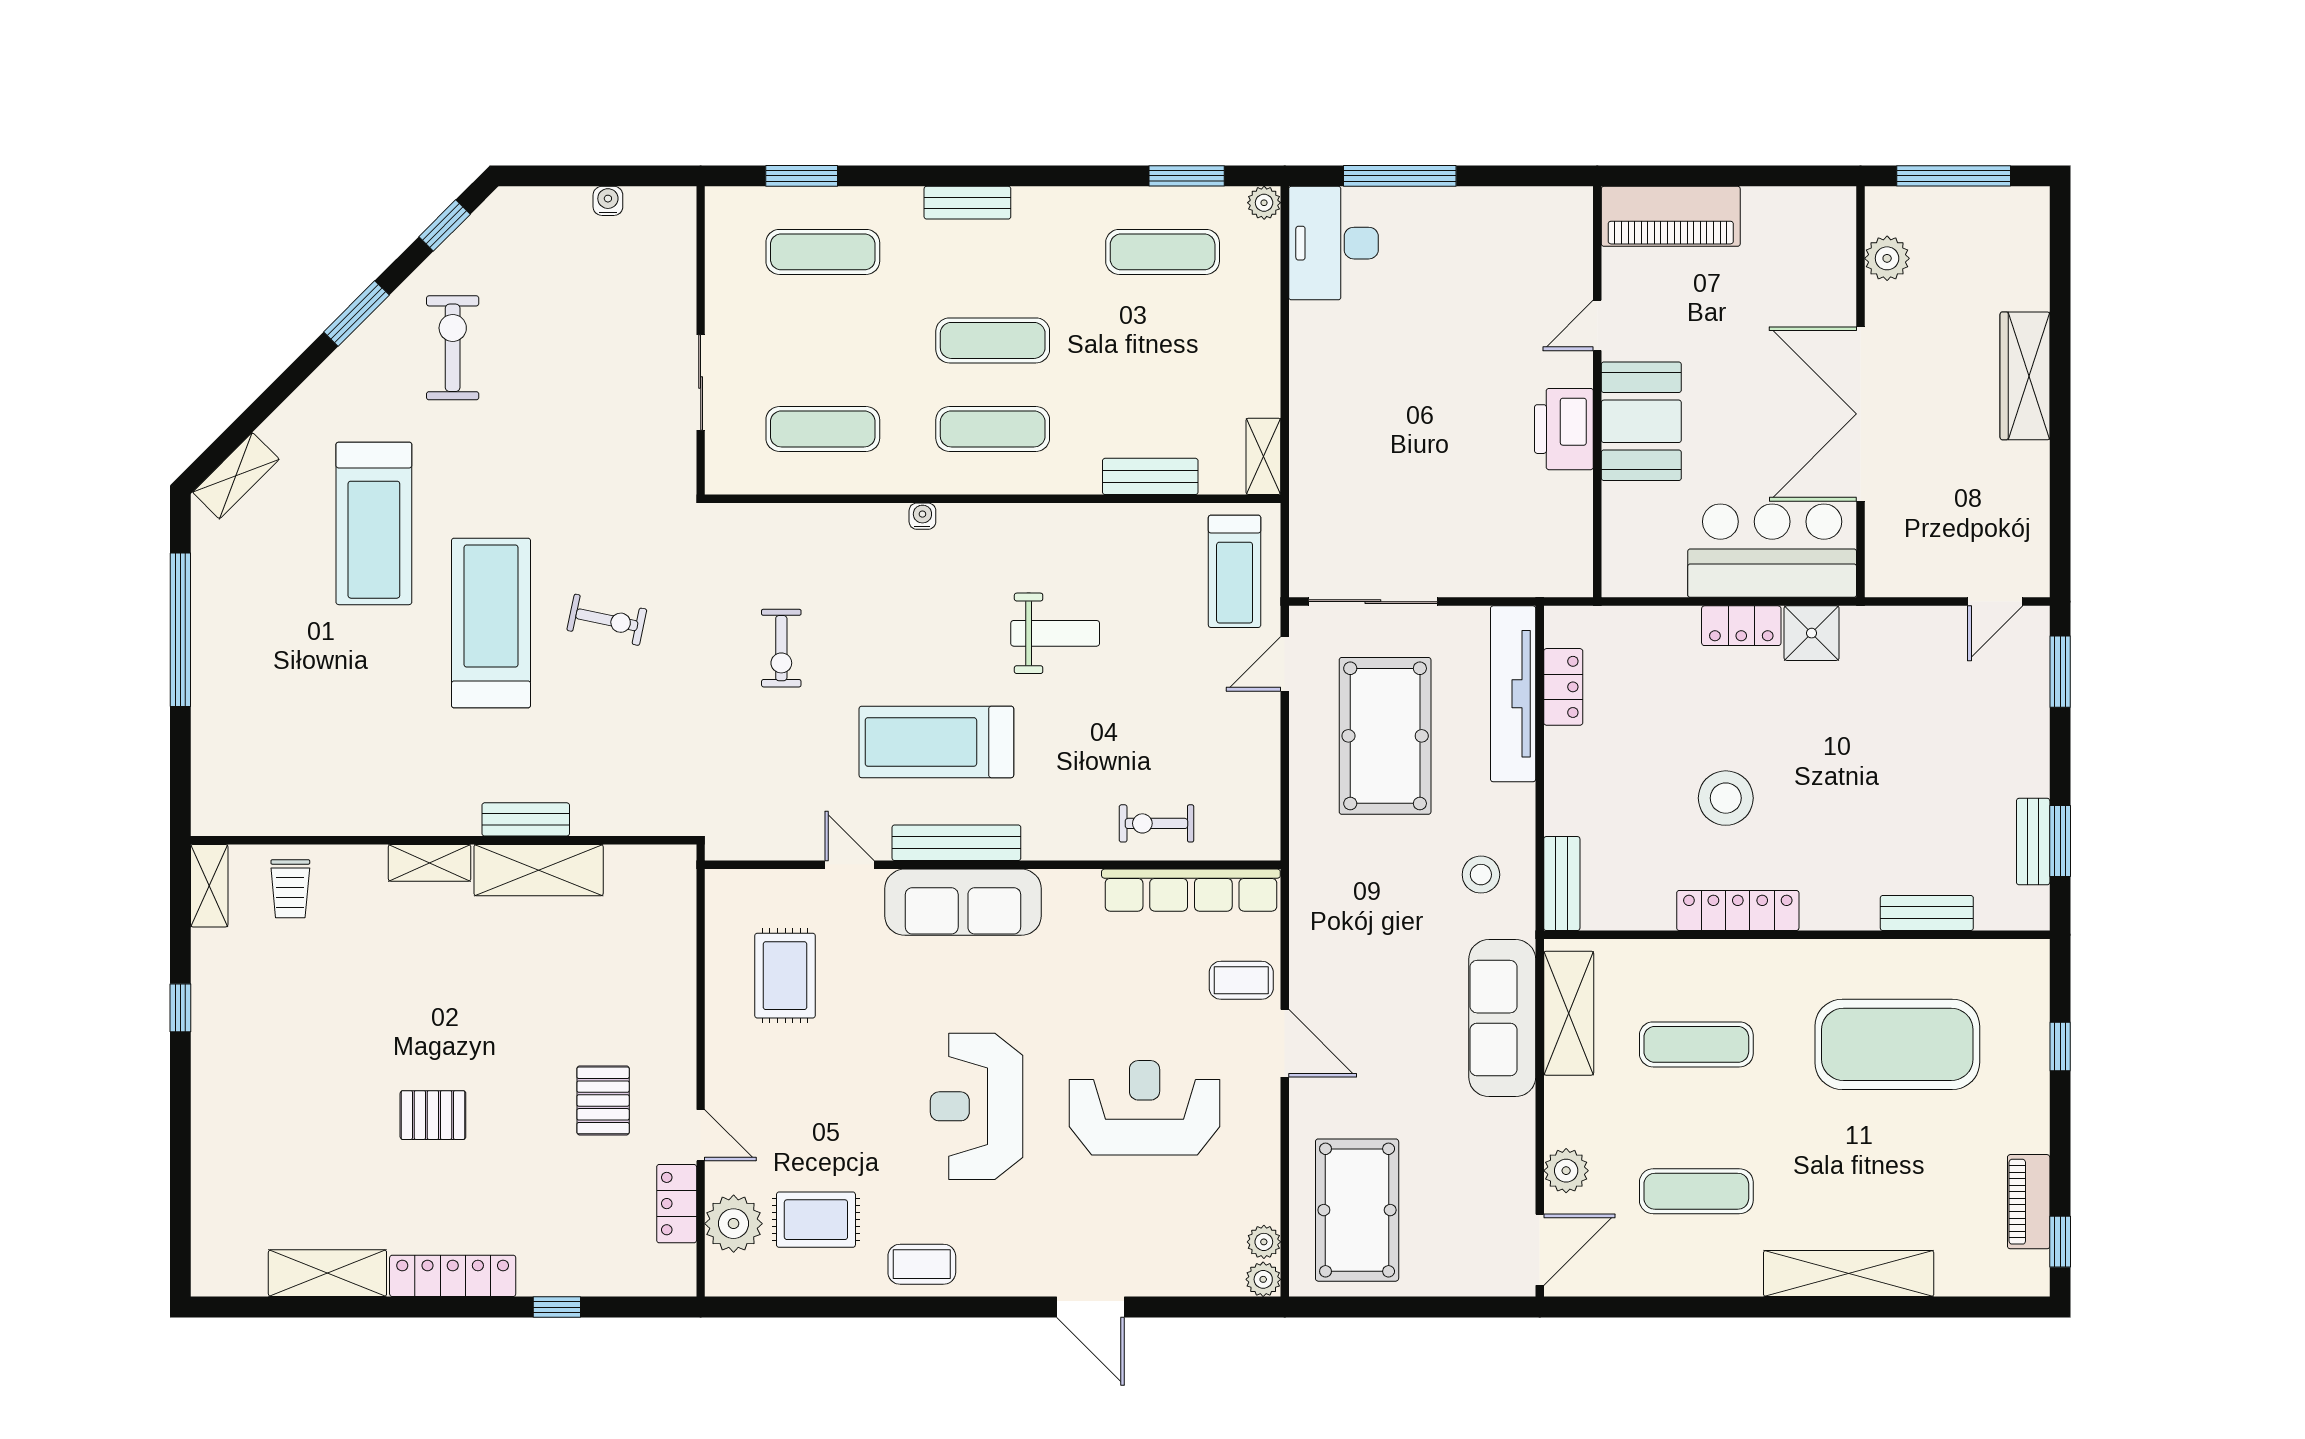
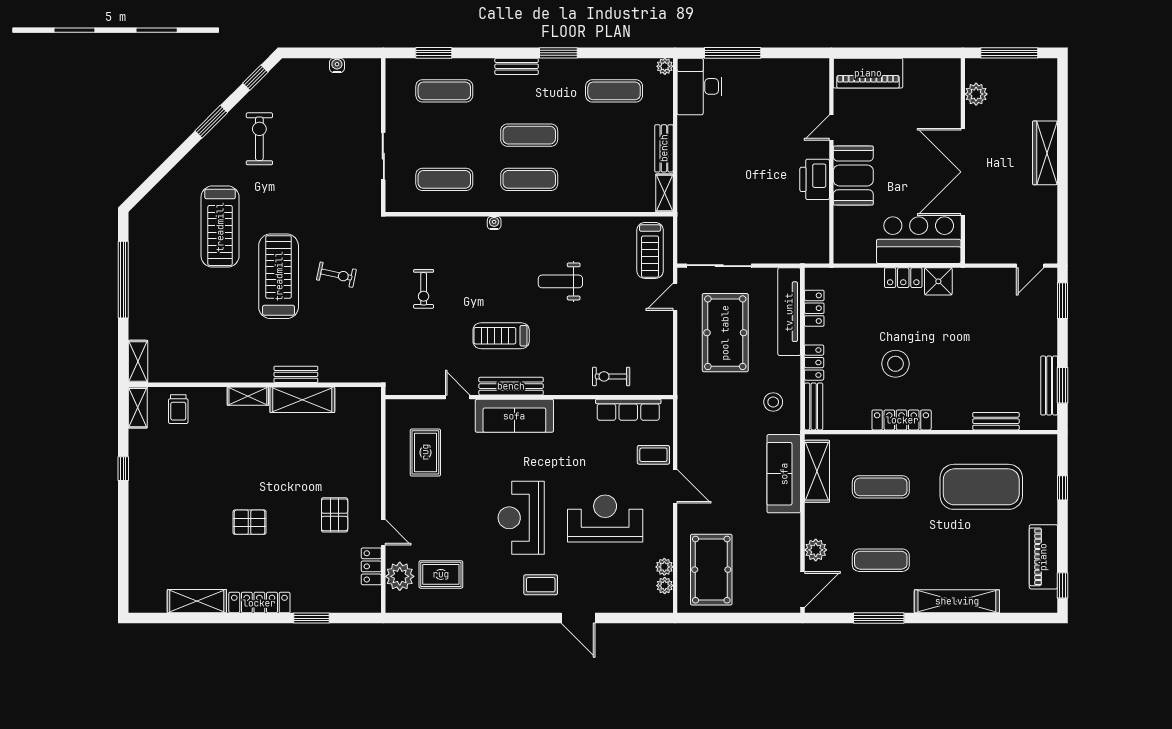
window: (1187, 176) -> (558, 53), moved
shelving: (236, 476) -> (138, 361), moved, turned -45
bench: (1150, 476) -> (664, 148), moved, turned 90
weight bench: (1055, 633) -> (560, 281), turned 180
treadmill: (936, 742) -> (501, 336), width x0.73, depth x0.73
locker: (1563, 796) -> (814, 363), added
bench: (2033, 842) -> (1049, 385), width x1.36
row of seats: (1191, 890) -> (628, 410), width x0.73
piano: (2029, 1202) -> (1043, 557), width x1.37, depth x1.33
coffee table: (922, 1264) -> (541, 585), moved
plant: (1263, 1279) -> (664, 567), moved
window: (557, 1307) -> (311, 618), width x1.50
window: (1692, 1307) -> (879, 618), added

